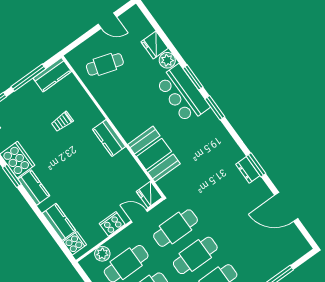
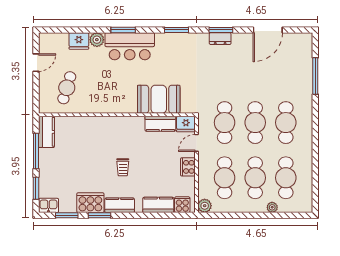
window: (215, 108) -> (177, 30), moved
trolley: (62, 122) -> (123, 167), moved
kitchen counter: (109, 138) -> (160, 124), moved
plant: (102, 254) -> (205, 206), moved

